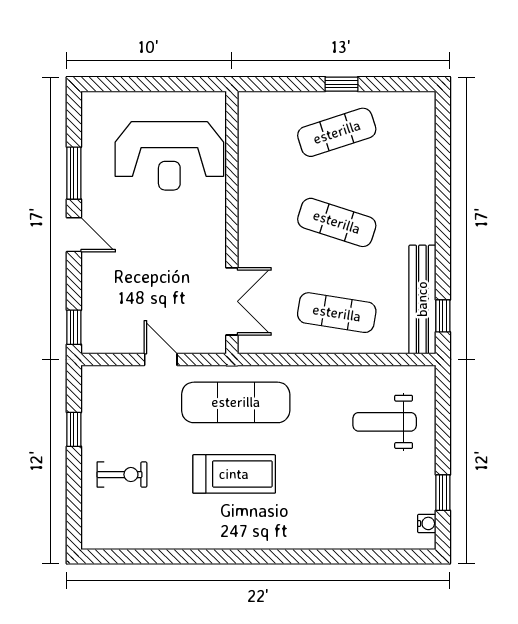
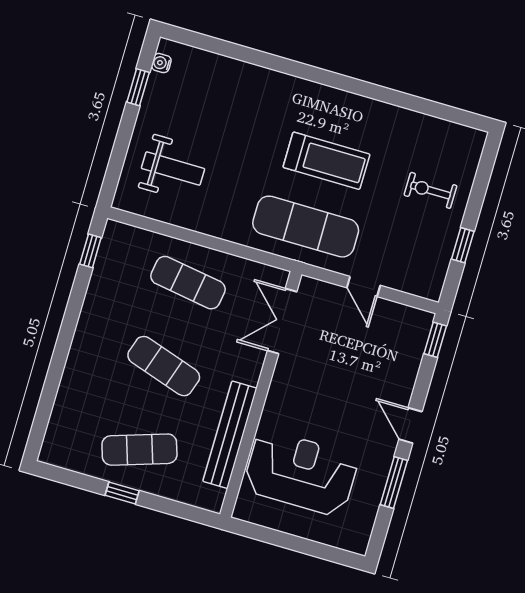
bench: (422, 299) -> (230, 435), moved
treadmill: (234, 474) -> (326, 161), turned 180

